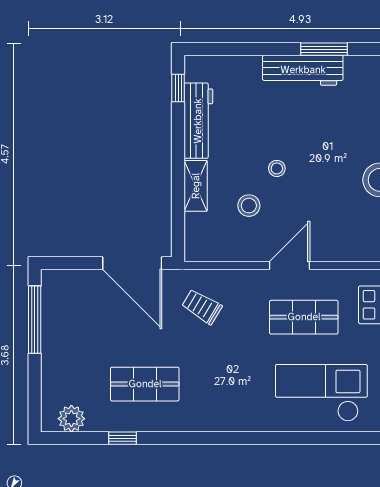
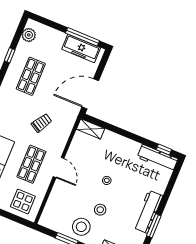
workbench: (198, 121) -> (158, 158), moved
shelving: (196, 186) -> (91, 129), moved
stool: (249, 206) -> (100, 210), moved
trolley: (202, 307) -> (42, 123), moved
freezer: (57, 313) -> (81, 49), added

